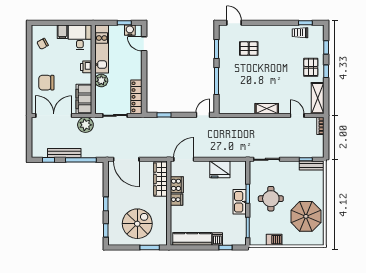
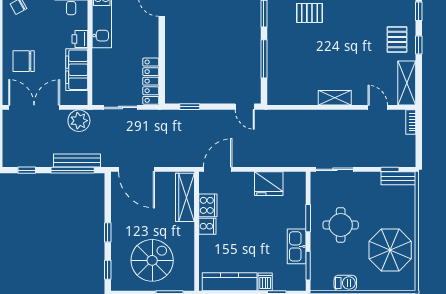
plant: (101, 81) -> (101, 58), removed
filing cabinet: (84, 99) -> (77, 70), moved
door: (203, 115) -> (245, 107), swing flipped
bench: (64, 153) -> (77, 160), moved
kitchen sink: (240, 202) -> (297, 246), moved

